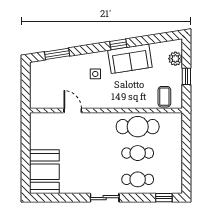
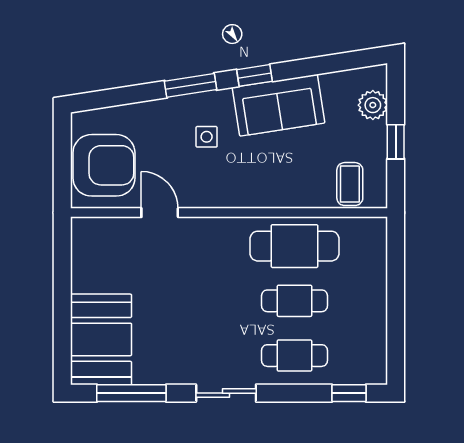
window: (57, 54) -> (191, 85), moved
armchair: (46, 88) -> (104, 165), added
window: (59, 198) -> (131, 393), added

